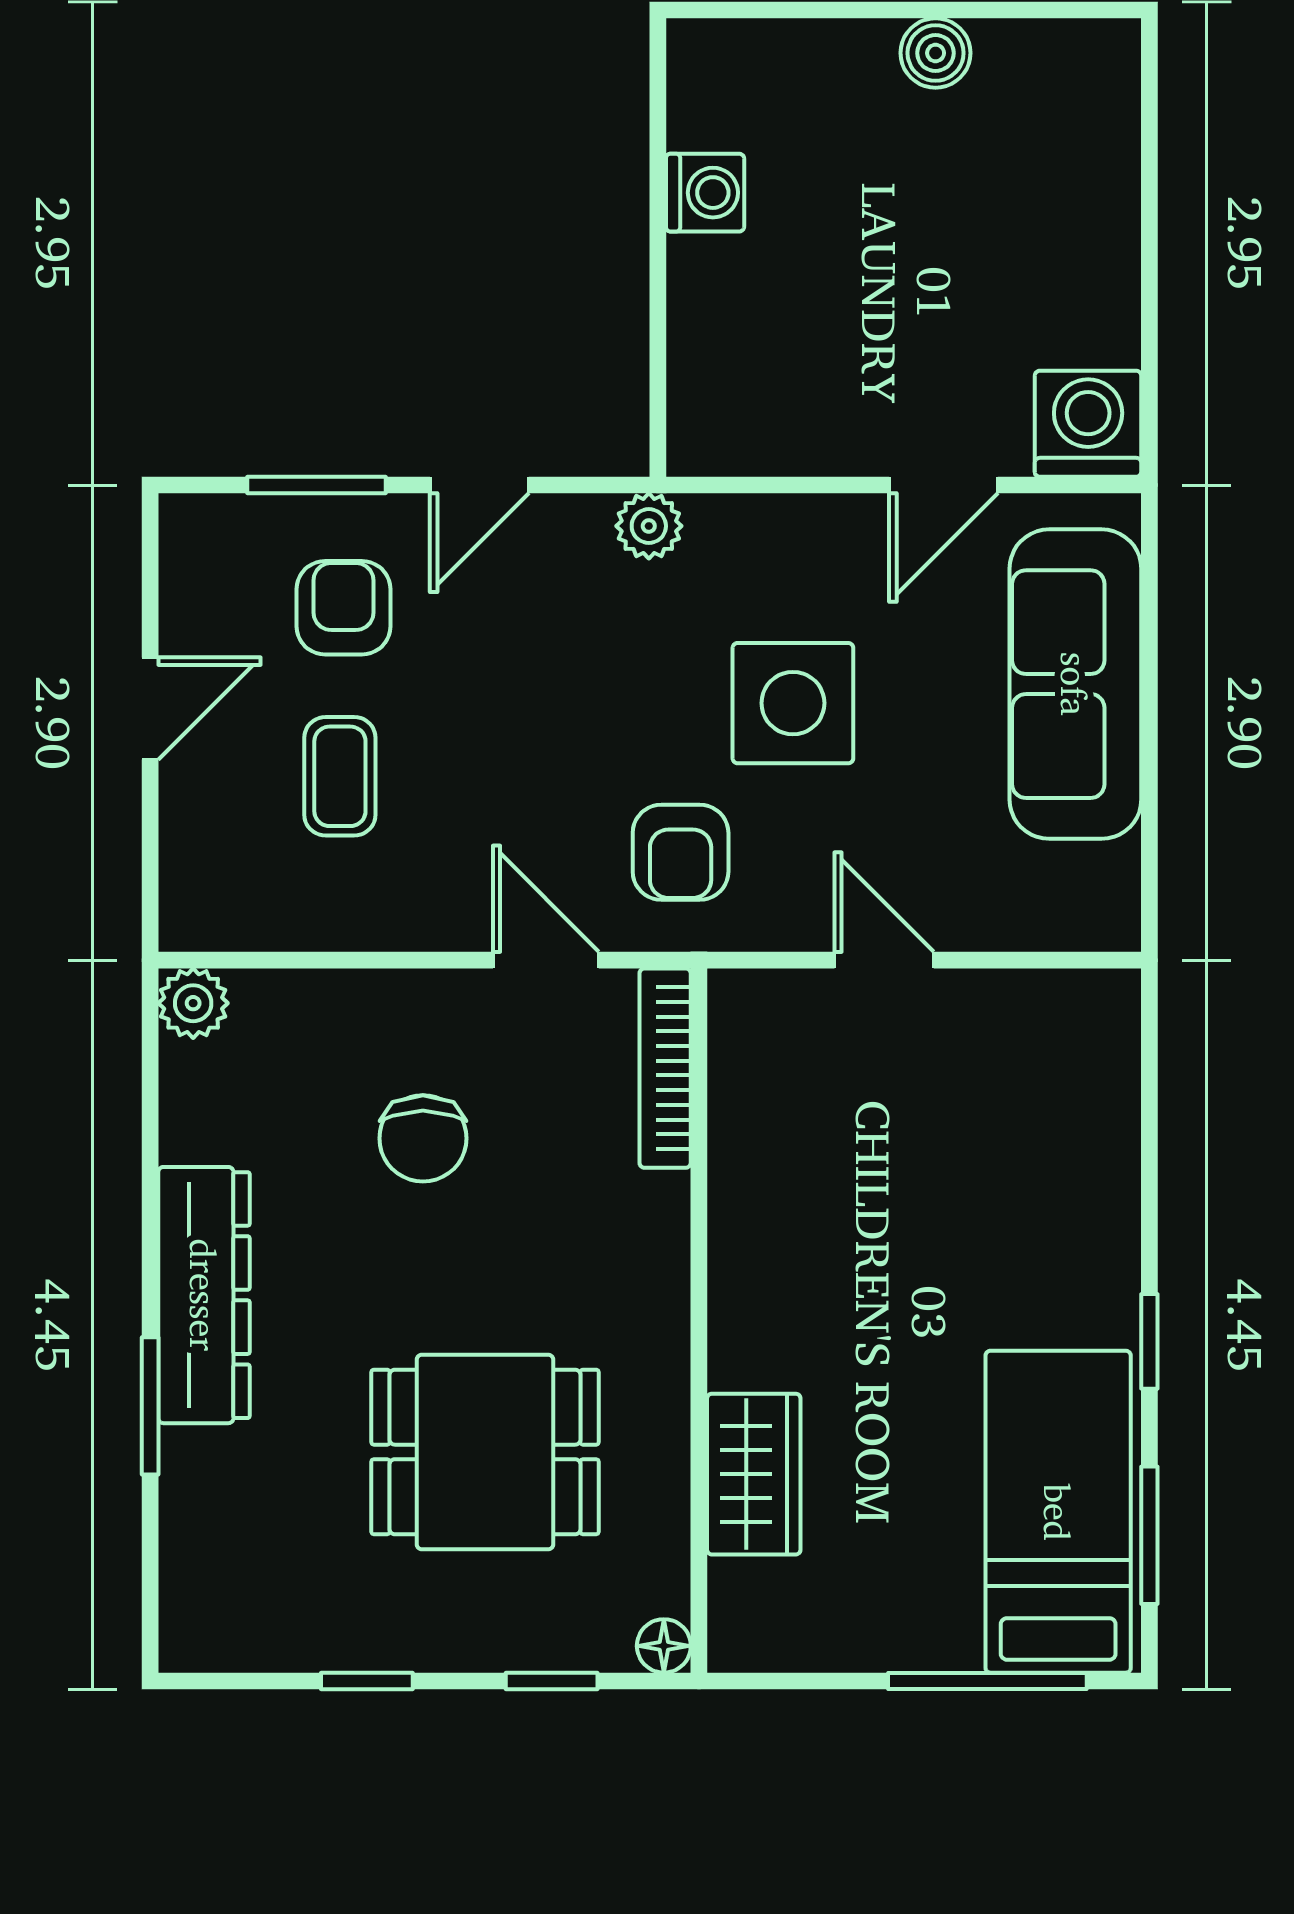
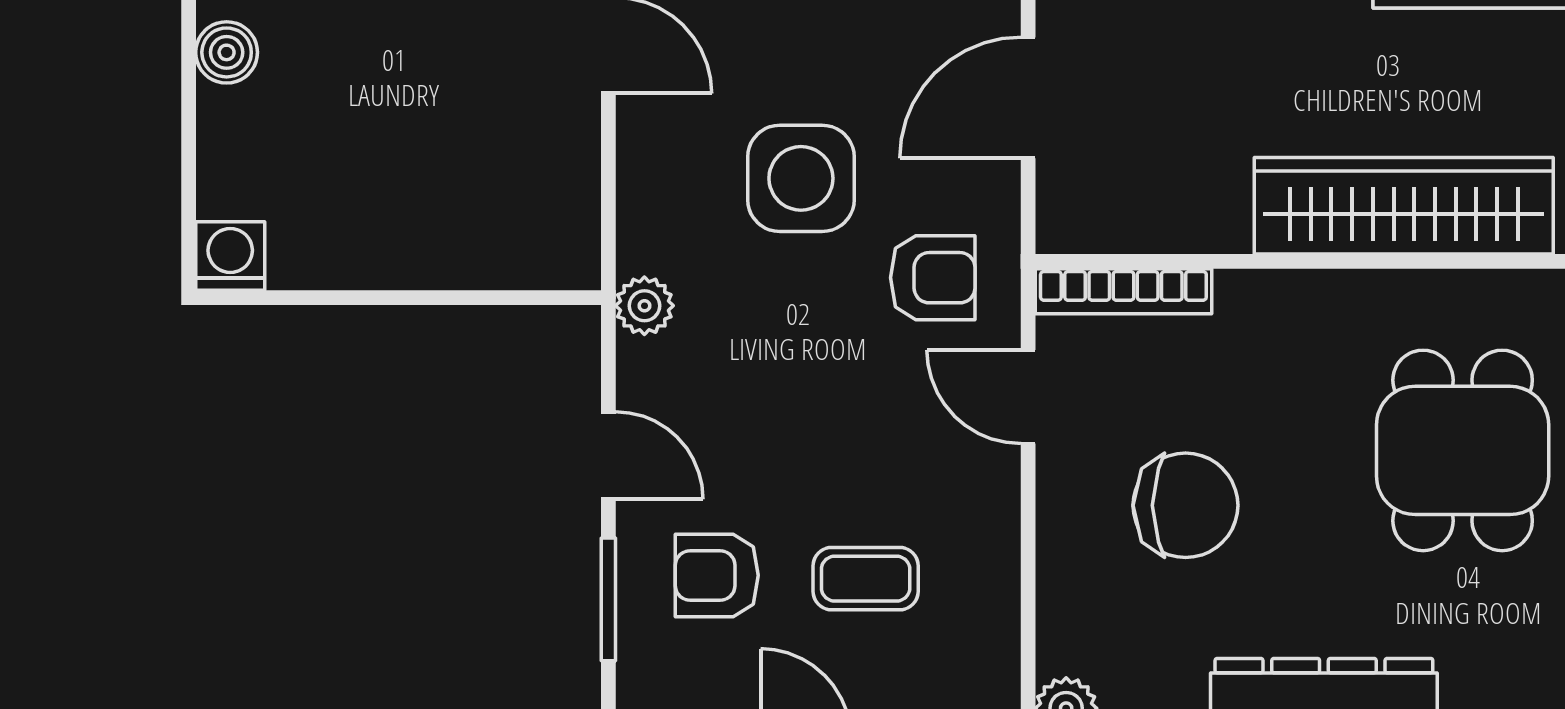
washing machine: (705, 193) -> (230, 256), moved
door: (546, 960) -> (1028, 397), hinge flipped
door: (884, 960) -> (1028, 98), width x1.37
chair: (423, 1138) -> (1186, 505), width x1.37, depth x1.37
wardrobe: (754, 1474) -> (1404, 206), width x2.10, depth x1.17

